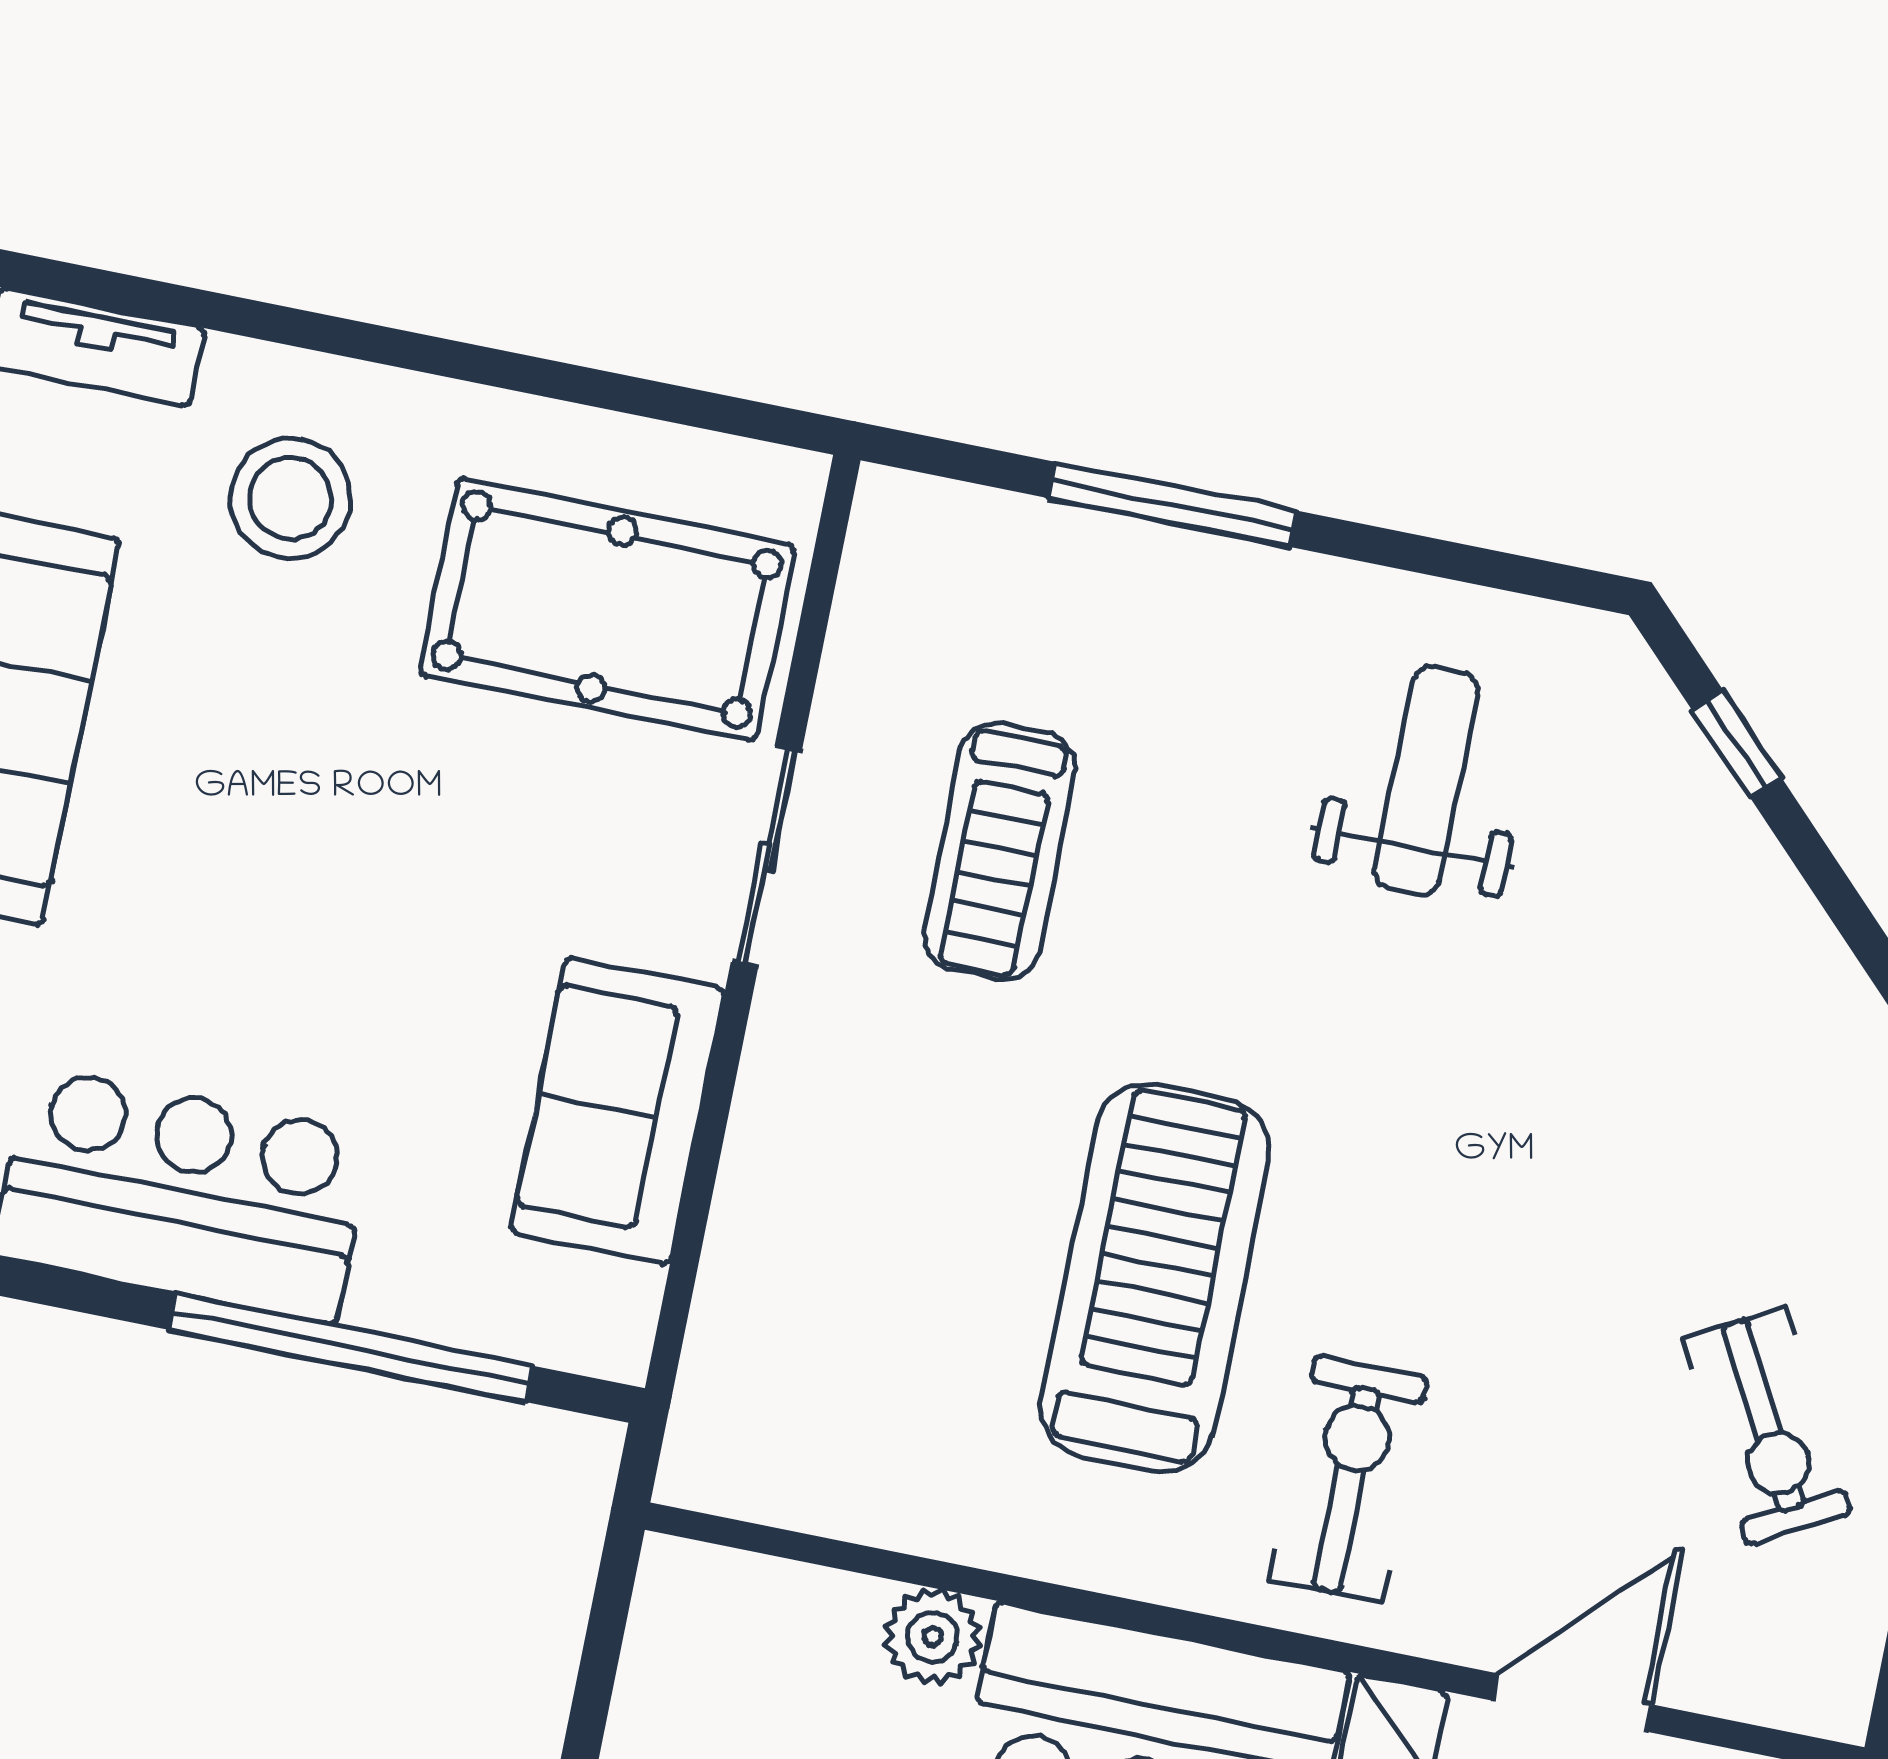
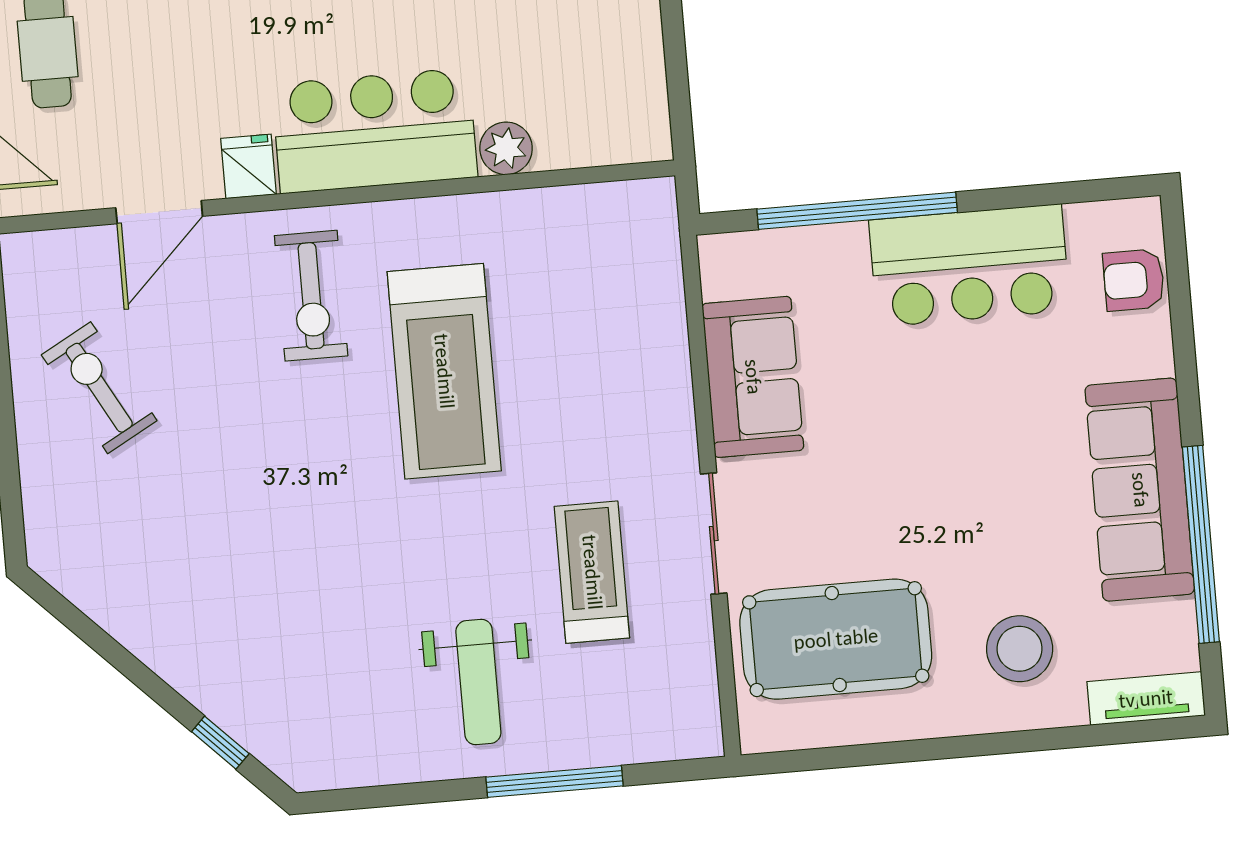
weight bench: (1426, 781) -> (478, 682), moved

